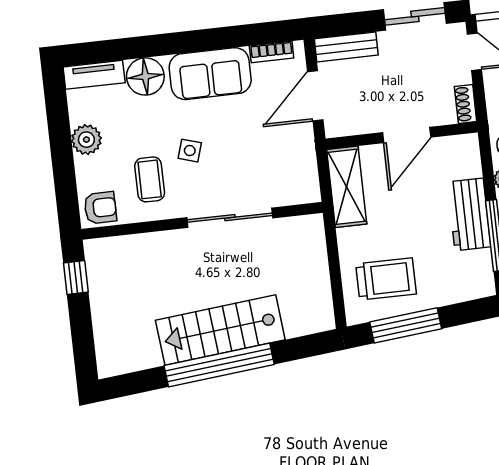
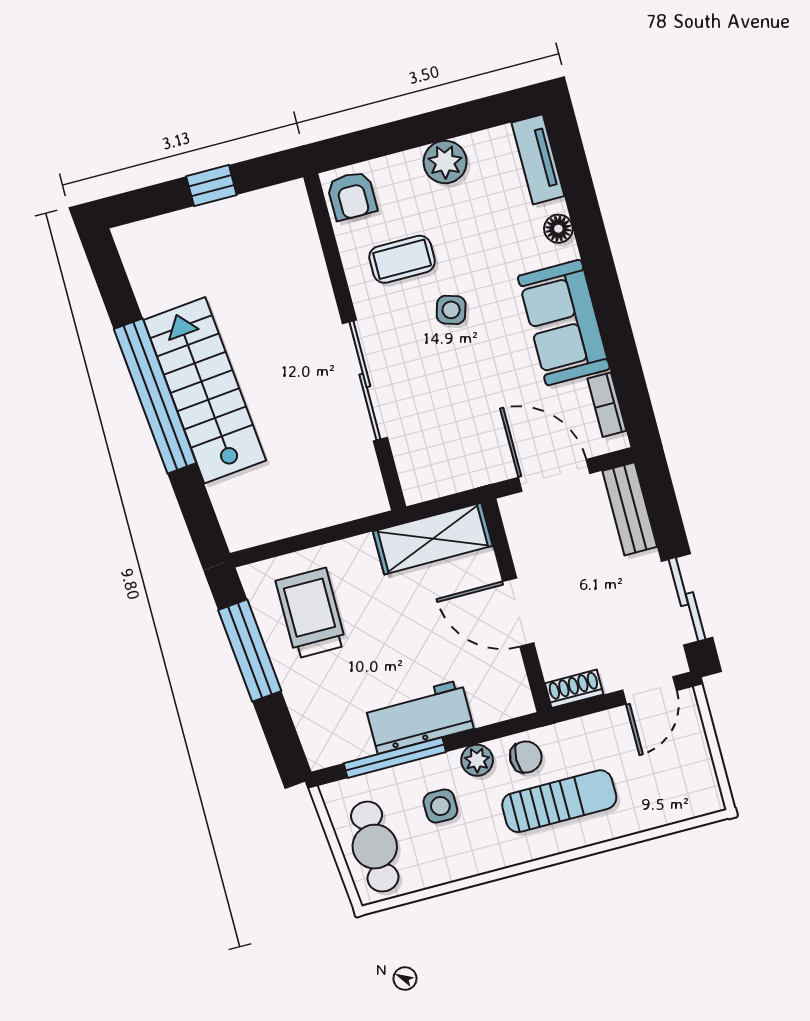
floor lamp: (145, 76) -> (558, 229), width x0.53, depth x0.53
window: (76, 278) -> (211, 186), moved
trolley: (386, 279) -> (311, 613), turned 180

